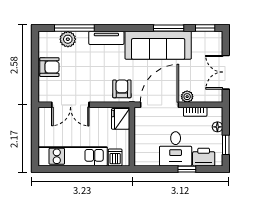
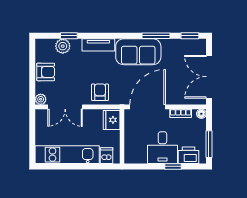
window: (74, 28) -> (69, 36), width x0.46
sofa: (158, 45) -> (138, 52), width x0.73
double door: (226, 72) -> (209, 77), width x1.37
armchair: (122, 89) -> (100, 92), moved
plant: (187, 97) -> (41, 99), moved
floor lamp: (217, 127) -> (201, 114), moved
window: (226, 145) -> (209, 144), width x1.50

